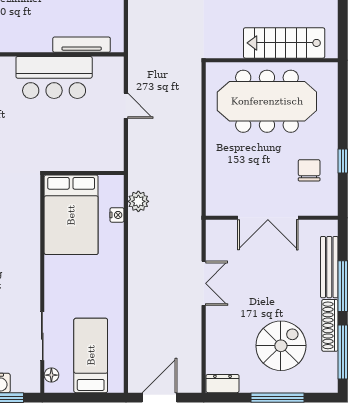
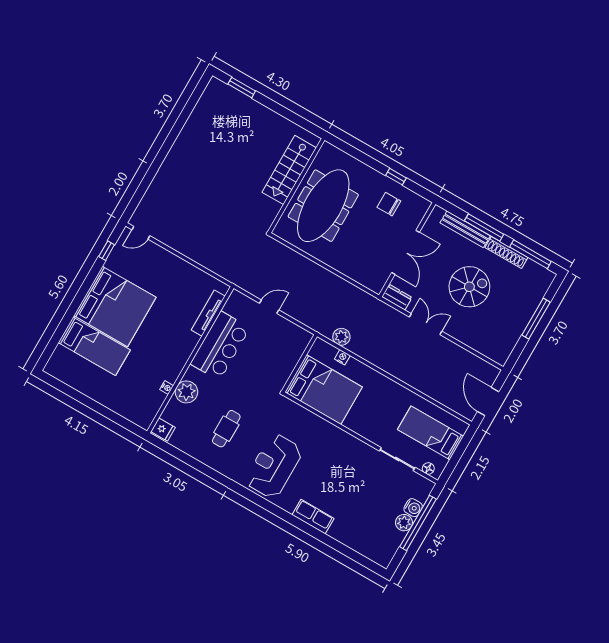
spiral stairs: (281, 346) -> (469, 287), moved, turned 90
dresser: (223, 384) -> (397, 297), moved, turned 90

